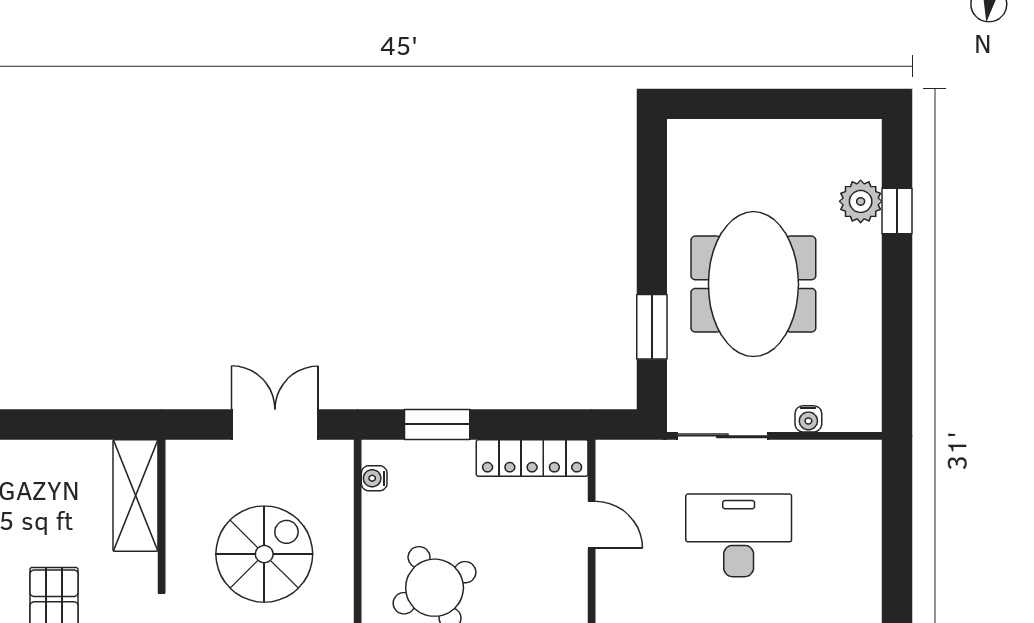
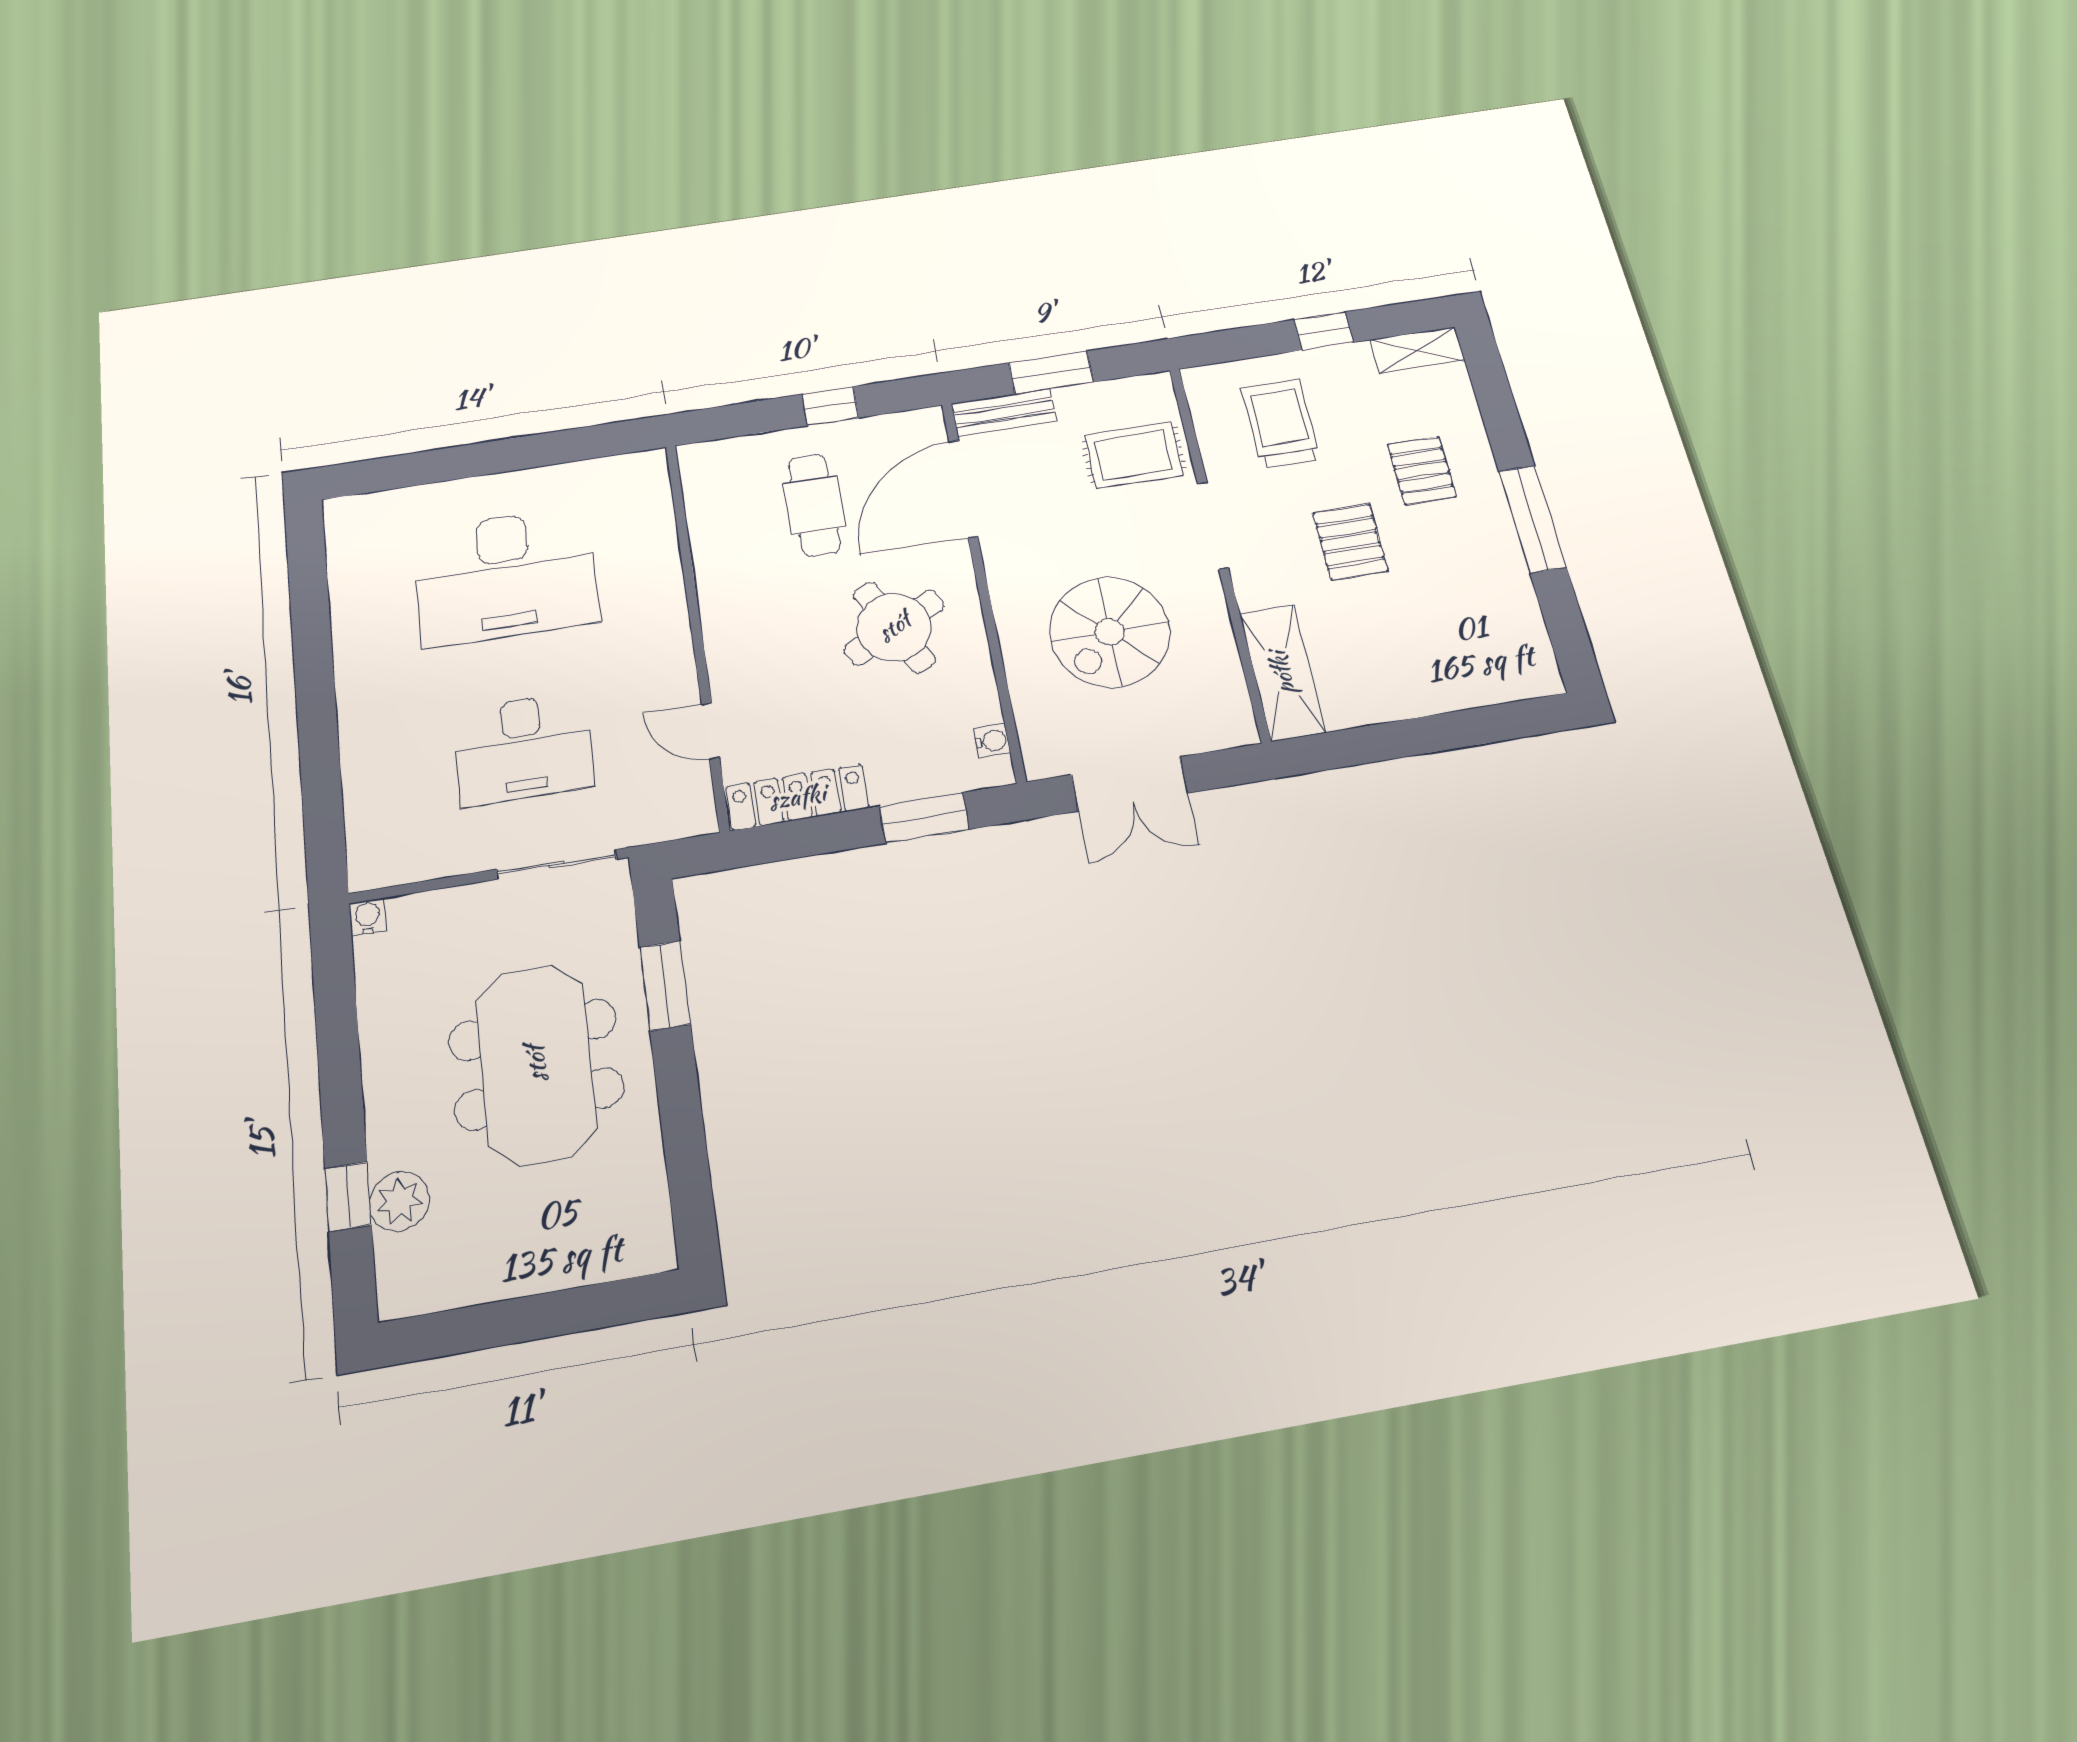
water cooler: (808, 419) -> (367, 917), moved

